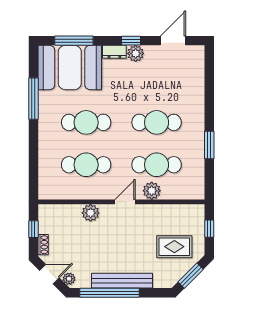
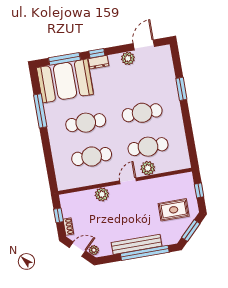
window: (131, 41) -> (97, 53), moved
plant: (136, 53) -> (128, 58), moved
window: (209, 145) -> (181, 89), moved
window: (109, 293) -> (145, 253), moved

